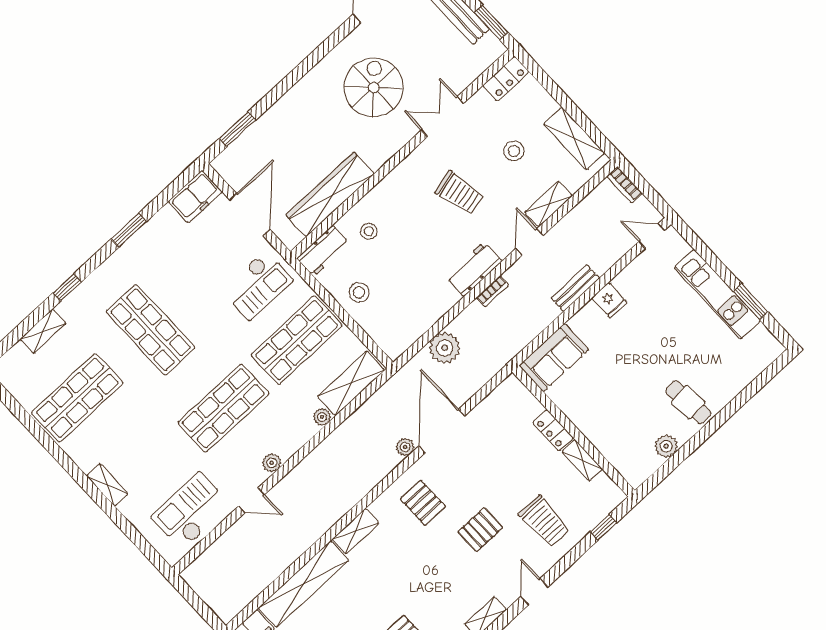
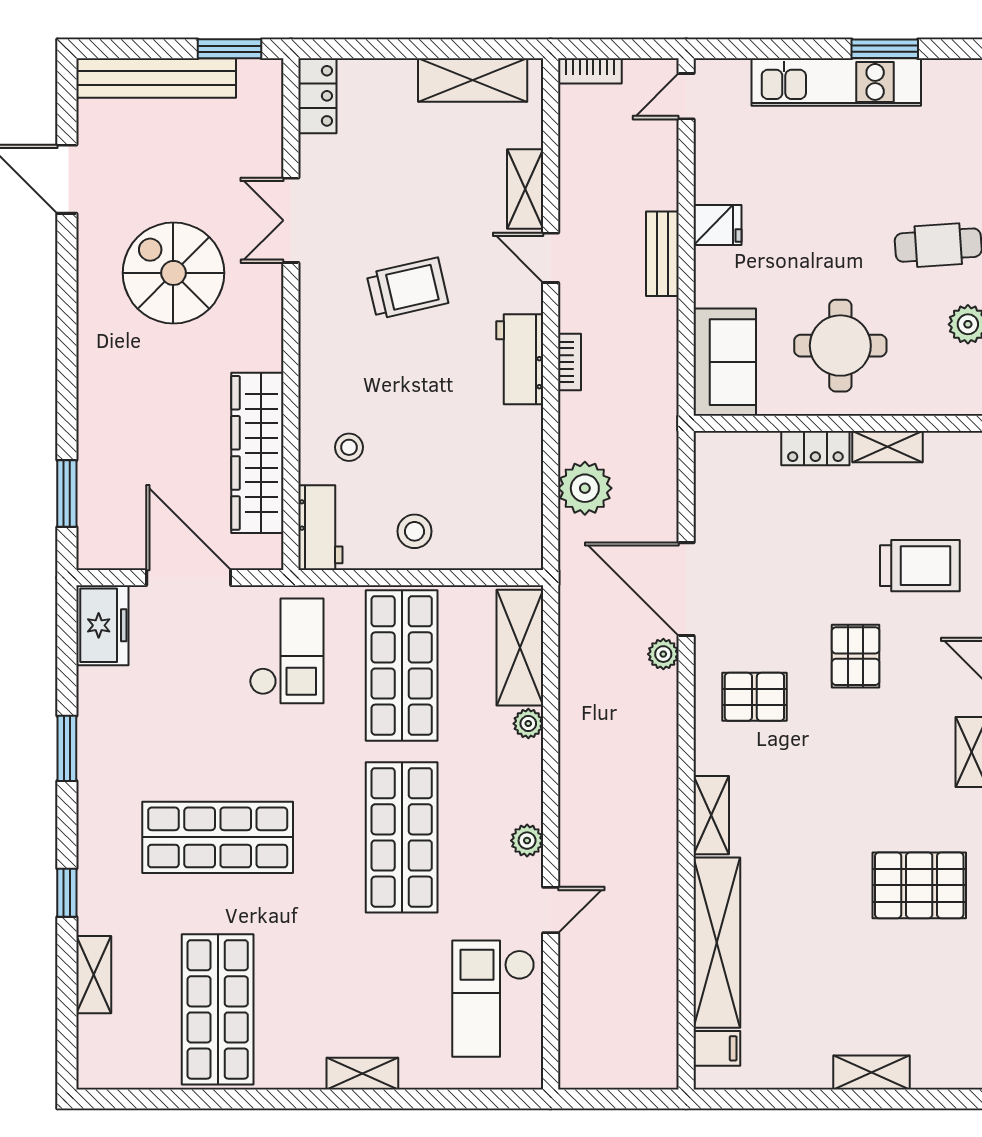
stool: (514, 151) -> (418, 171), removed
round table: (607, 400) -> (840, 346), added

